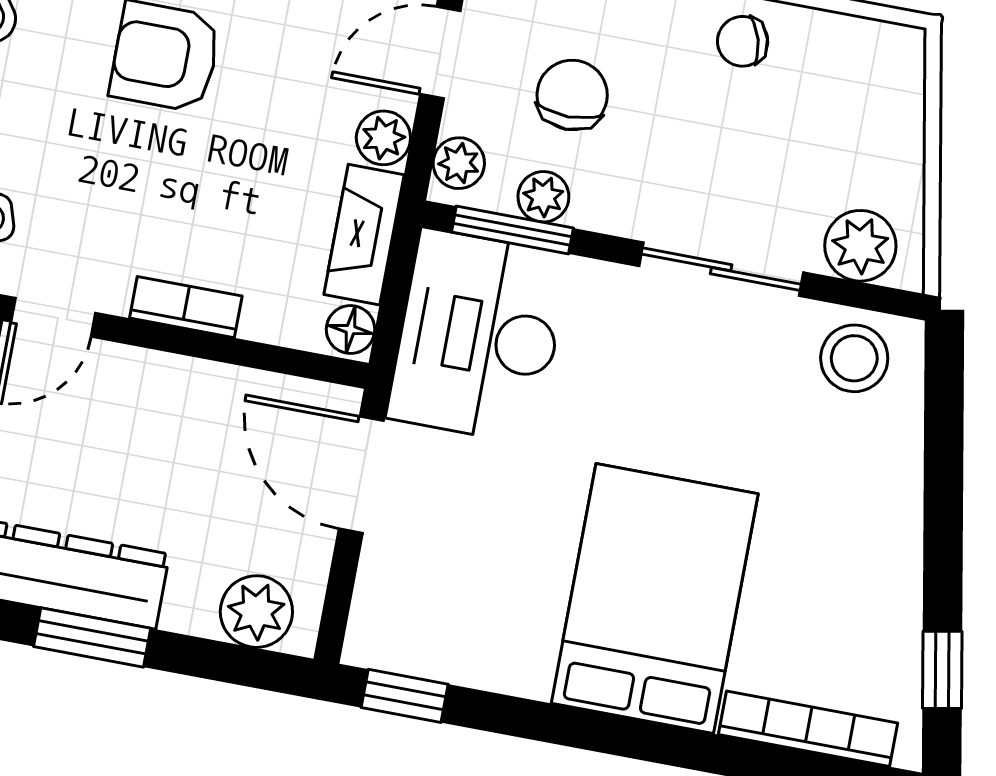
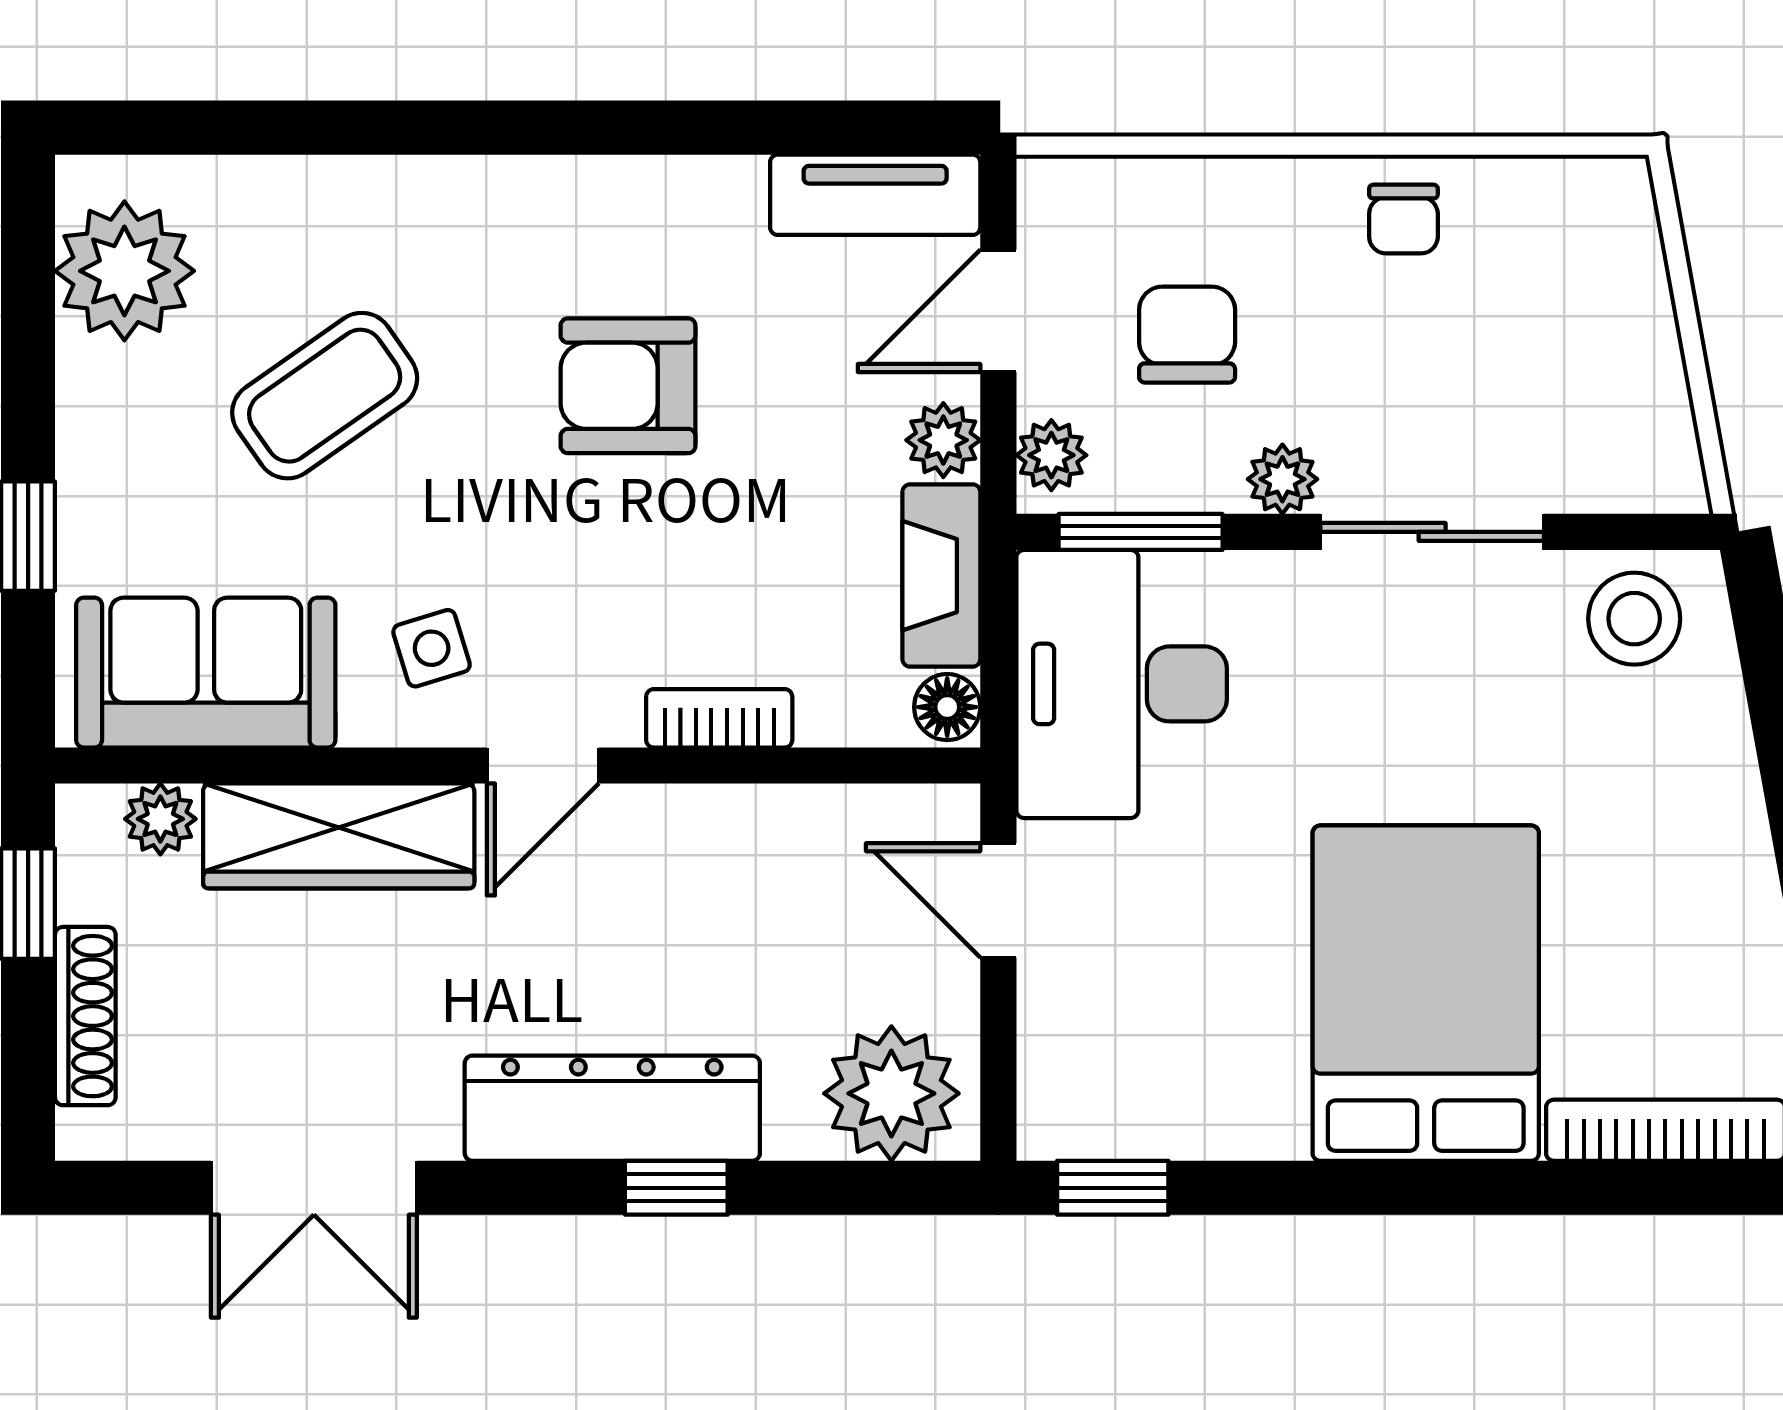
chair: (743, 41) -> (1403, 219), turned -74
plant: (543, 197) -> (1282, 479), moved
plant: (860, 246) -> (1614, 465), removed
door: (361, 475) -> (998, 900), width x0.73
plant: (256, 612) -> (891, 1093), width x1.36, depth x1.36
window: (92, 637) -> (676, 1188), width x0.67

